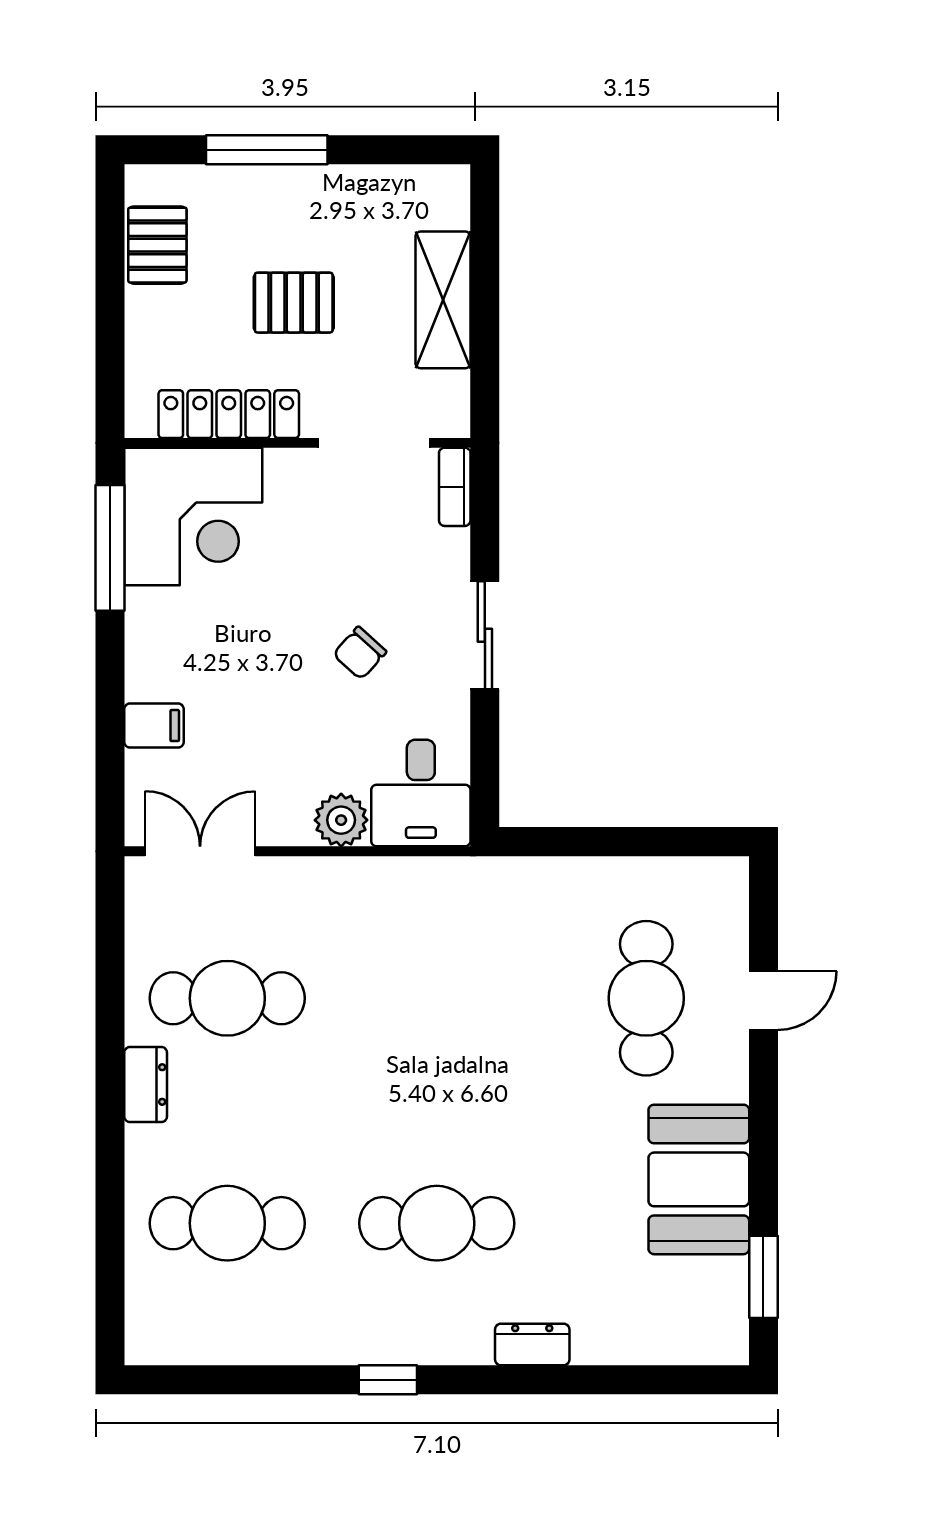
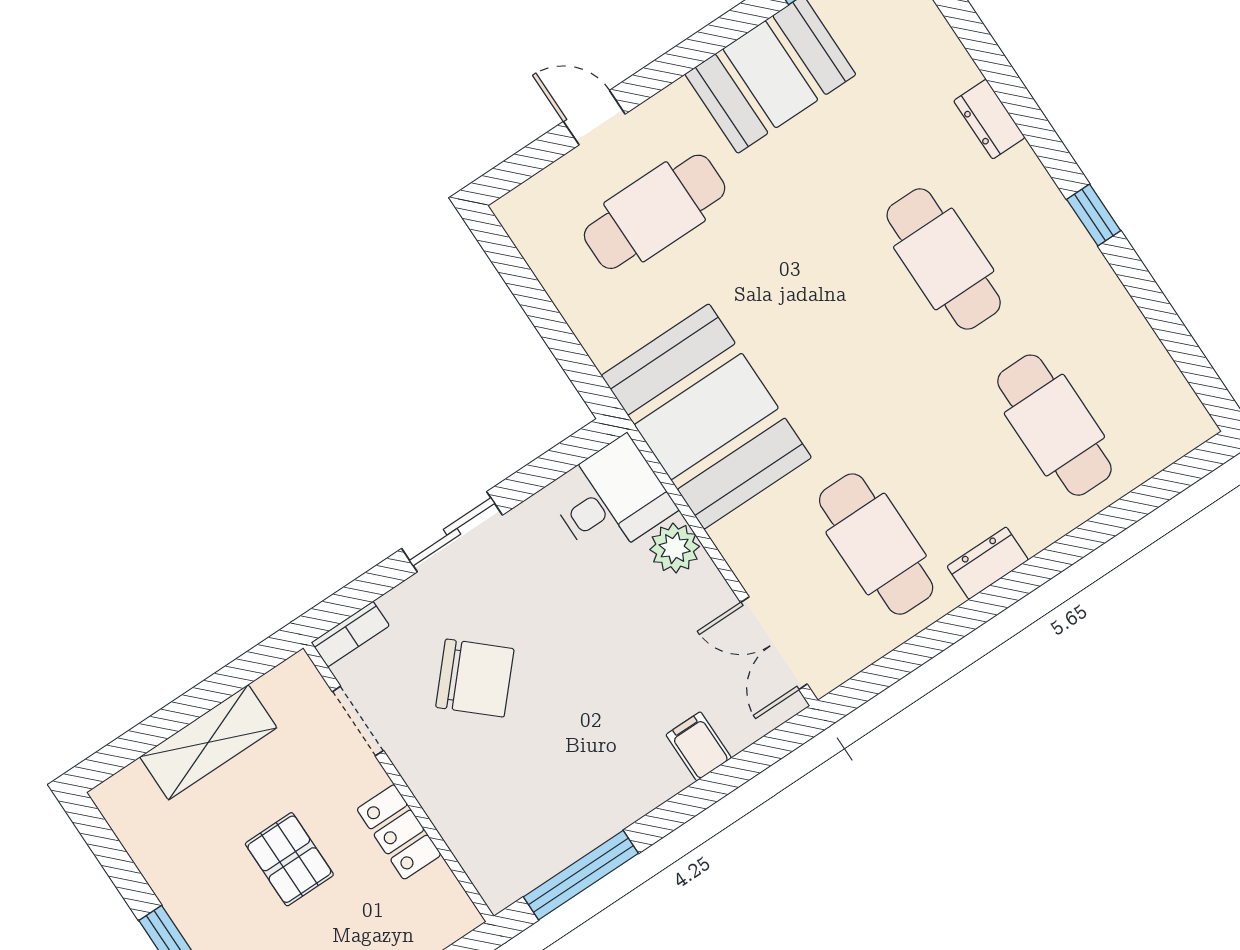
locker: (229, 414) -> (399, 832), width x0.66
doorway: (374, 443) -> (358, 721), width x0.73
corner desk: (193, 517) -> (512, 826), removed
chair: (360, 653) -> (475, 678), moved, width x1.87, depth x1.87
booth: (437, 924) -> (706, 417), added

